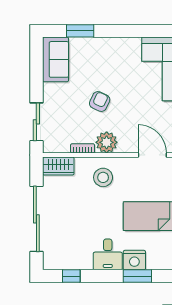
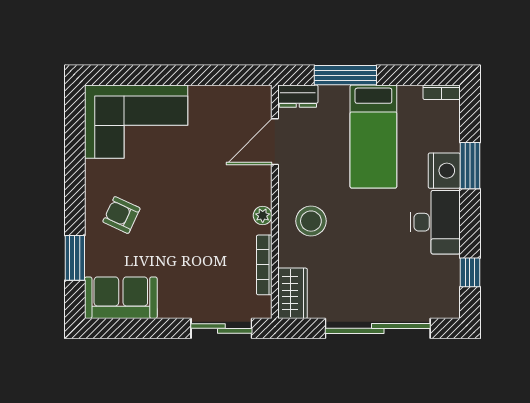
armchair: (100, 101) -> (121, 215), moved
plant: (107, 142) -> (263, 216), width x0.53, depth x0.53
bookcase: (83, 148) -> (264, 265), width x1.56
desk: (108, 254) -> (435, 222), width x1.37

